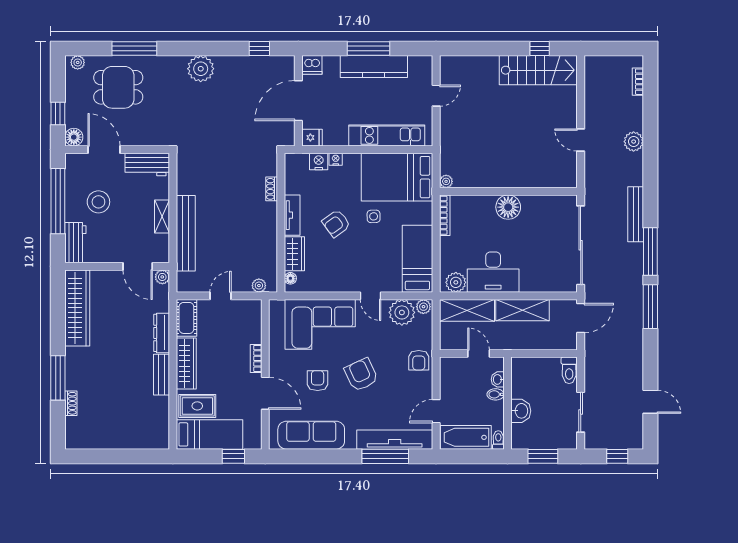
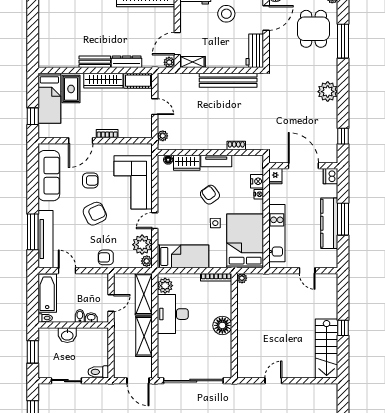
window: (540, 48) -> (343, 328), moved
shelving: (162, 216) -> (193, 62), moved
bench: (186, 233) -> (228, 80), moved

